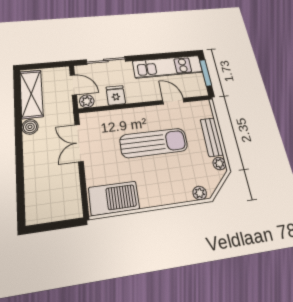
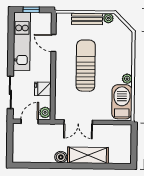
window: (206, 73) -> (31, 10), width x0.67
shelving: (31, 94) -> (88, 155), moved
door: (173, 101) -> (53, 43), hinge flipped
plant: (200, 193) -> (127, 79), moved

